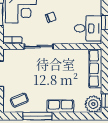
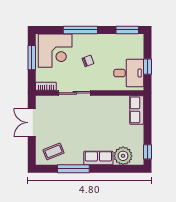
row of seats: (95, 68) -> (137, 110), width x0.68
plant: (93, 104) -> (123, 156), moved

